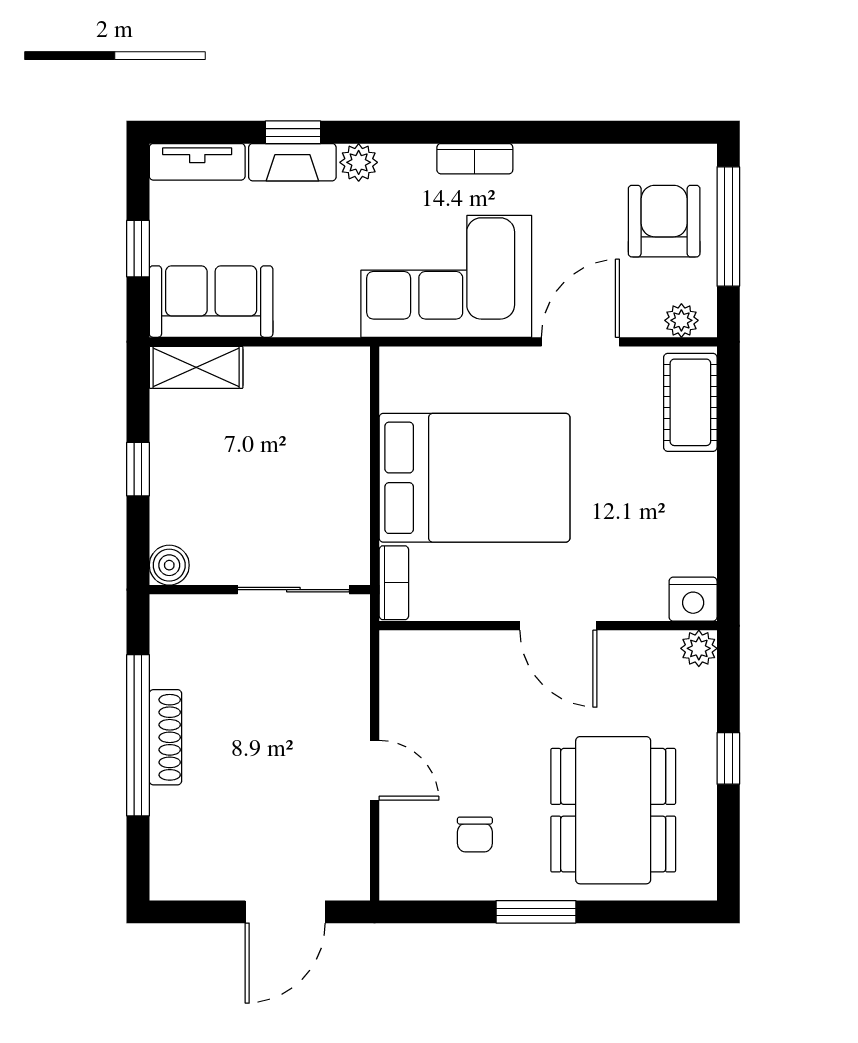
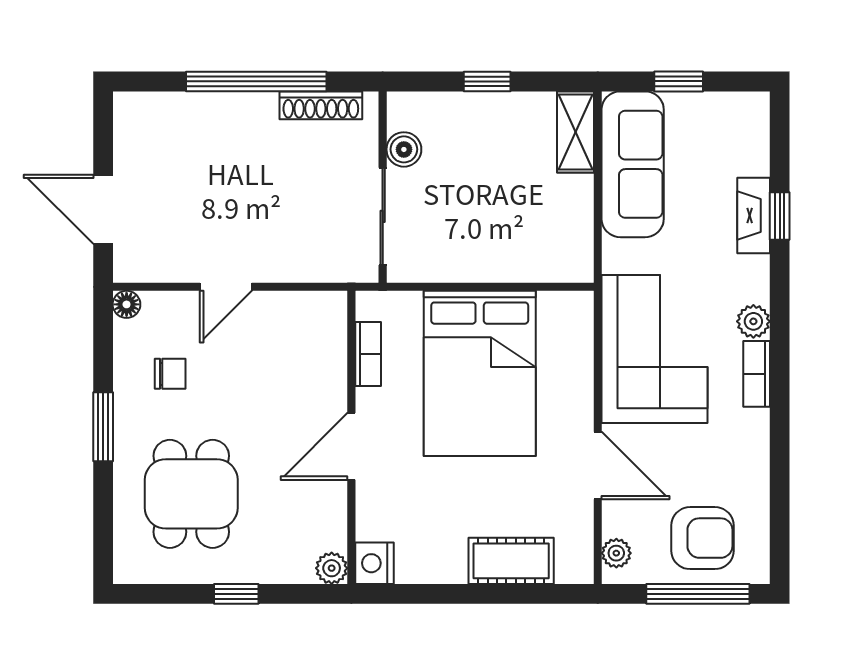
tv unit: (197, 162) -> (754, 133), removed
plant: (359, 162) -> (753, 321), moved
sofa: (211, 302) -> (633, 164), width x1.36
cot: (690, 402) -> (511, 561), moved
boiler: (169, 565) -> (404, 149), moved
bookcase: (394, 583) -> (368, 354), moved, turned -90
shoe rack: (165, 737) -> (321, 105), moved
dining table: (613, 810) -> (191, 494), width x0.73
chair: (475, 835) -> (170, 374), turned 180
floor lamp: (395, 885) -> (127, 304), added

